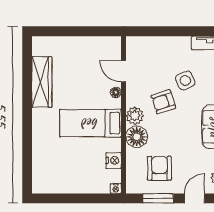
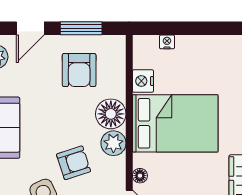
bed: (90, 123) -> (175, 123), width x1.50
nightstand: (116, 189) -> (167, 42), moved

